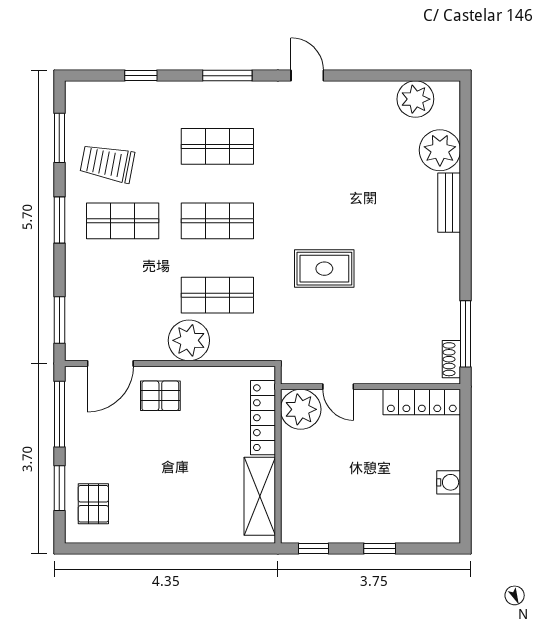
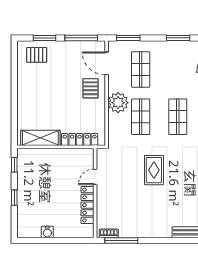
shop shelf: (123, 221) -> (141, 69), moved
locker: (422, 402) -> (87, 205), moved
plant: (301, 409) -> (84, 158), removed

